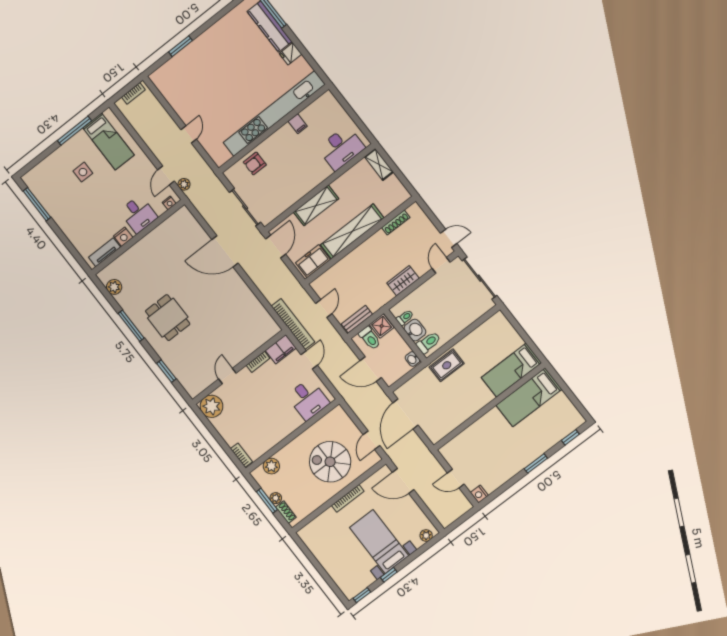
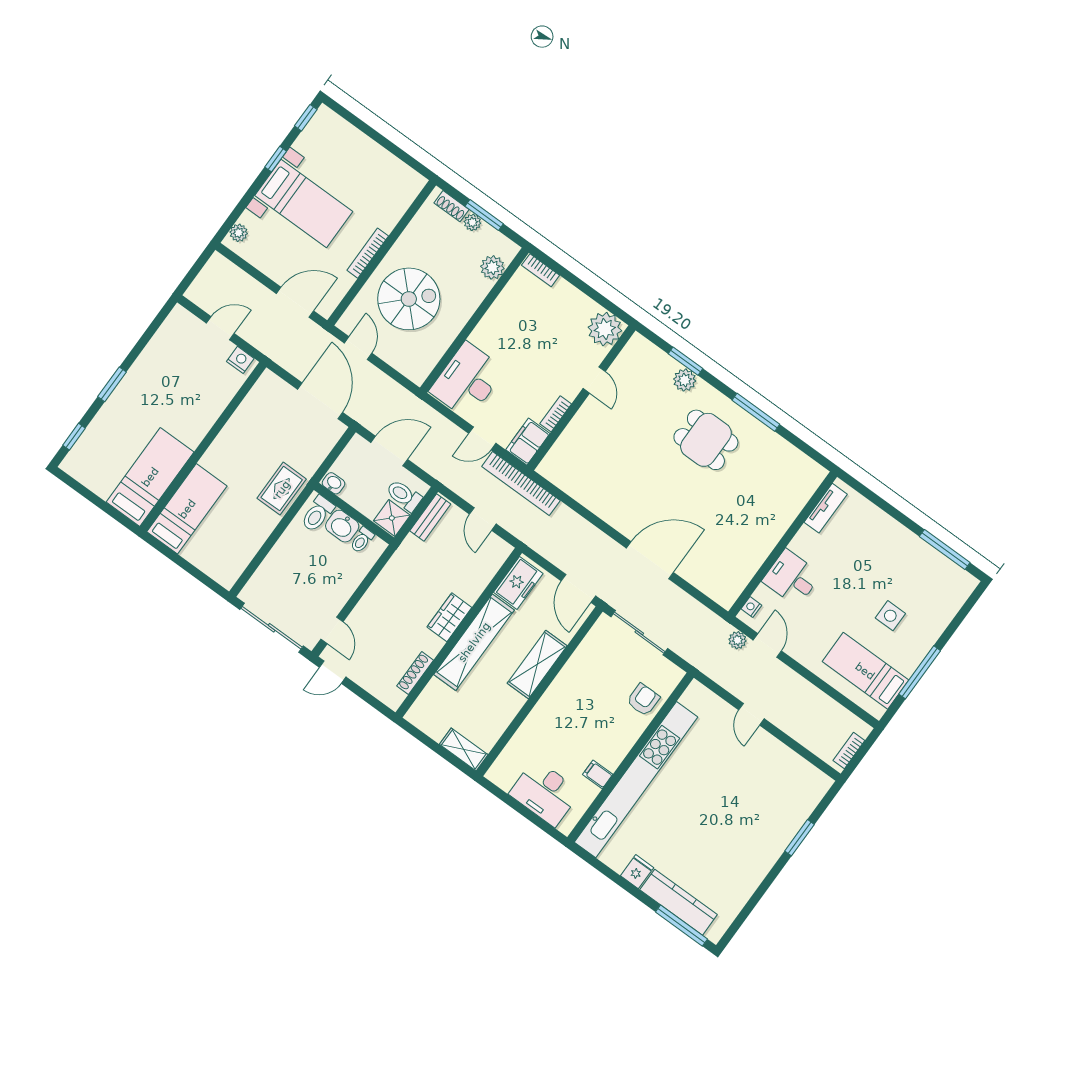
desk: (341, 148) -> (545, 793), moved, turned -90
nightstand: (123, 237) -> (805, 539), removed
wardrobe: (403, 281) -> (449, 617), moved, turned 180
plant: (114, 287) -> (685, 380), moved
door: (309, 360) -> (482, 438), hinge flipped
desk: (308, 399) -> (467, 381), width x1.37
nightstand: (479, 494) -> (240, 360), moved

